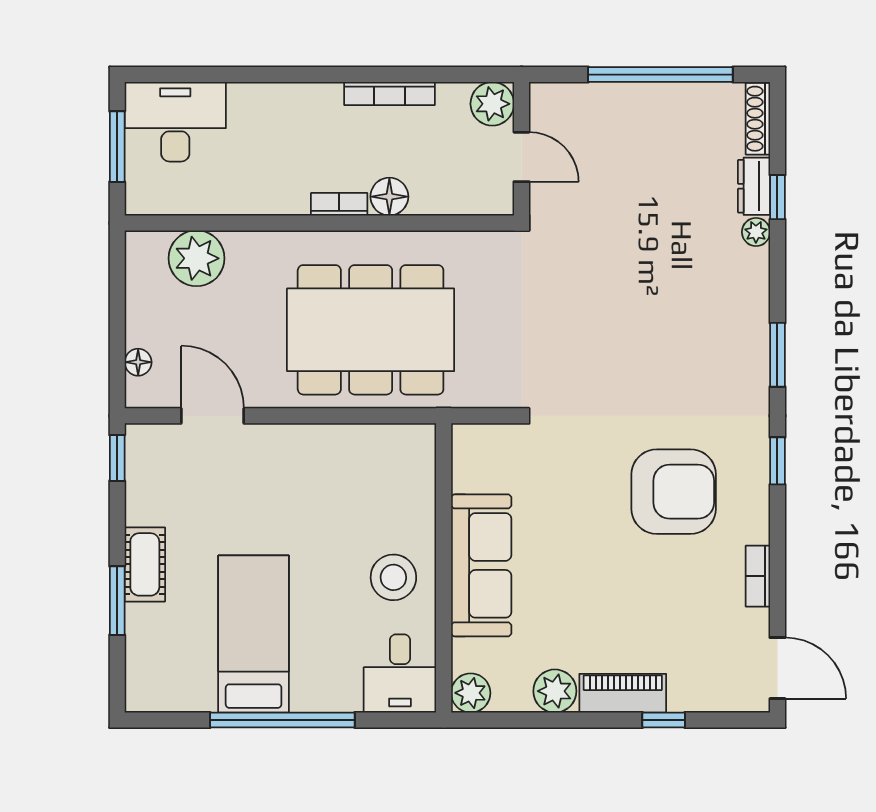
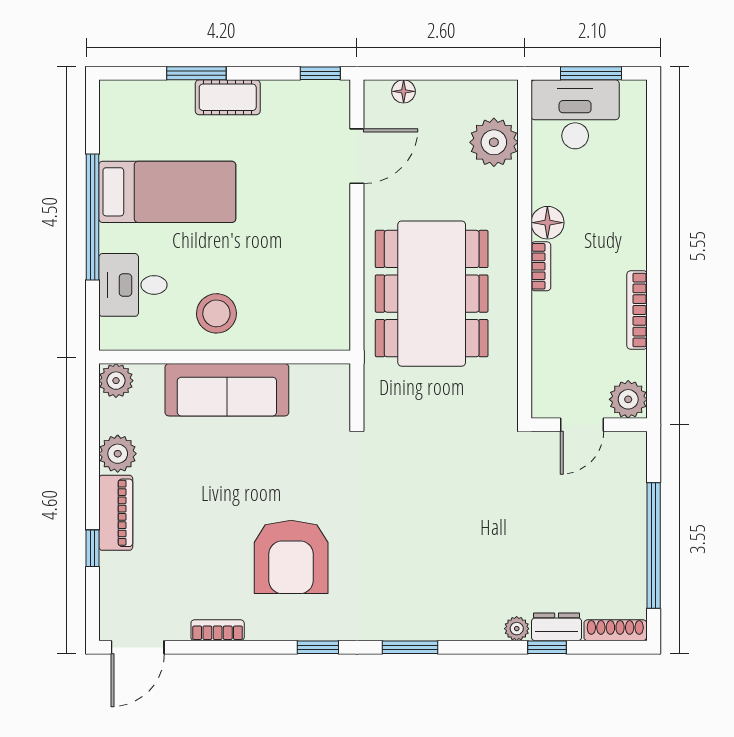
desk: (175, 122) -> (575, 114), moved, turned -90
floor lamp: (389, 197) -> (547, 223), moved
desk: (400, 673) -> (133, 285), moved

